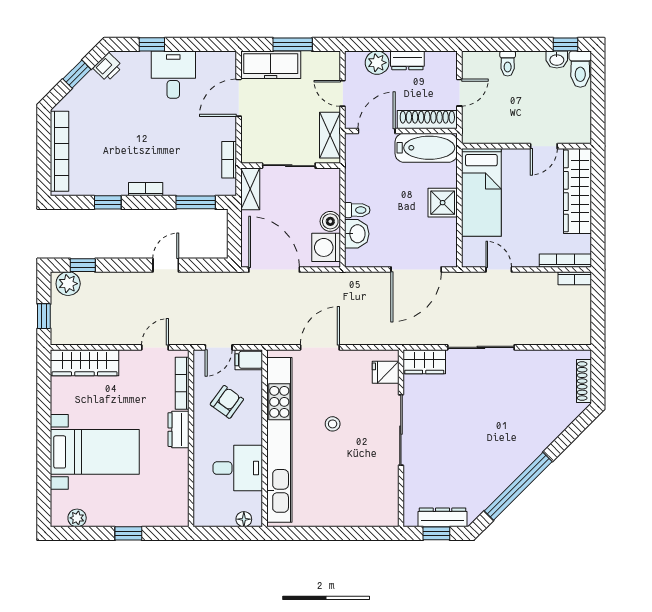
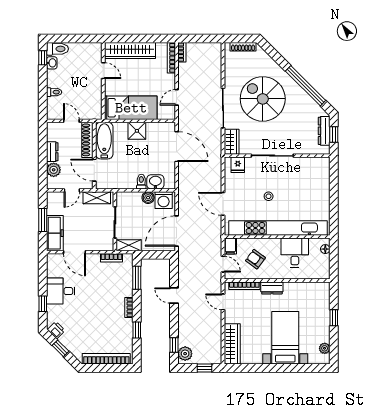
spiral stairs: (496, 414) -> (263, 99), added

